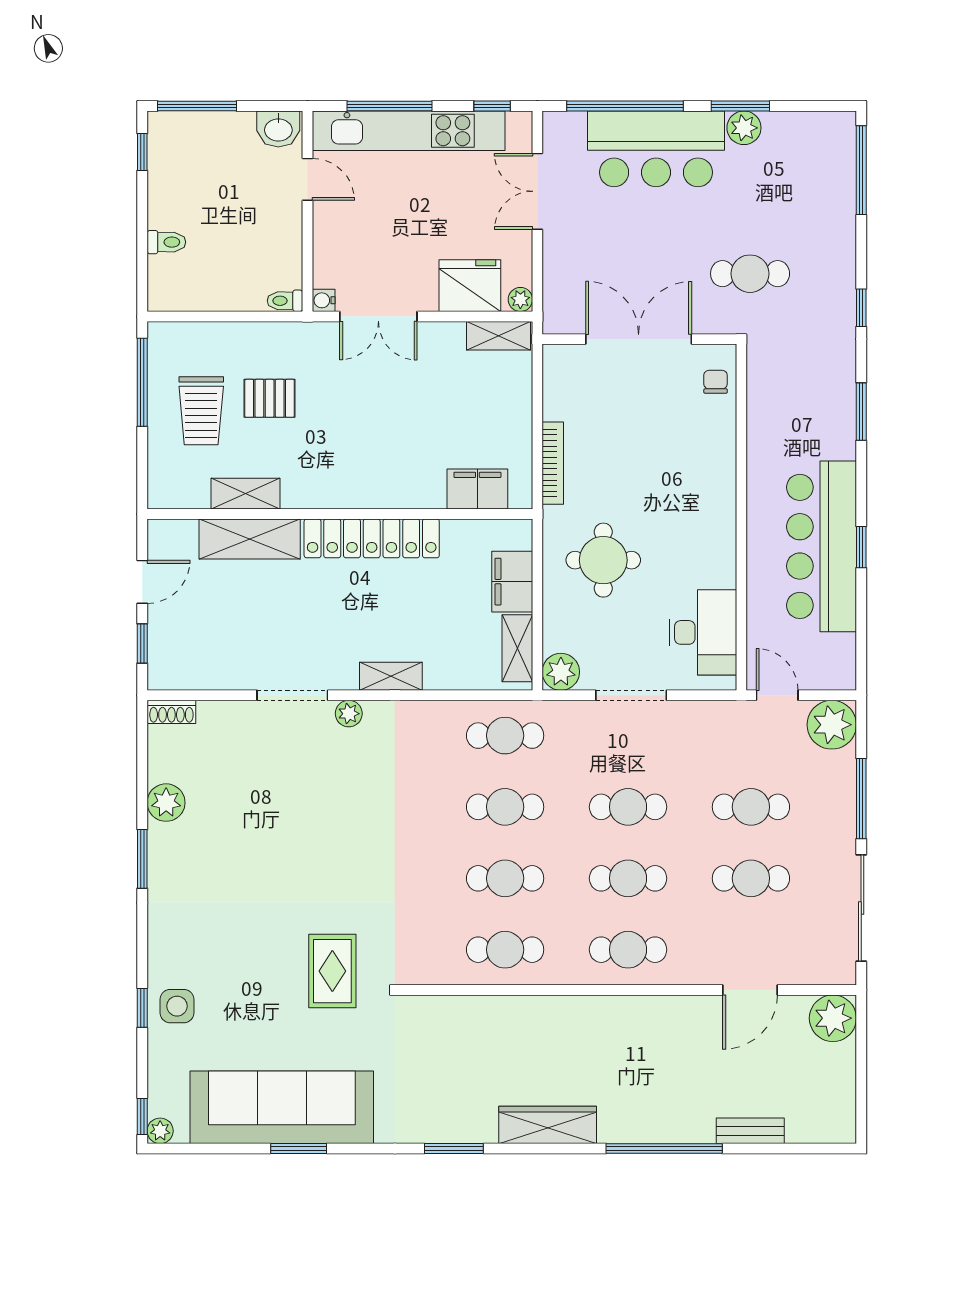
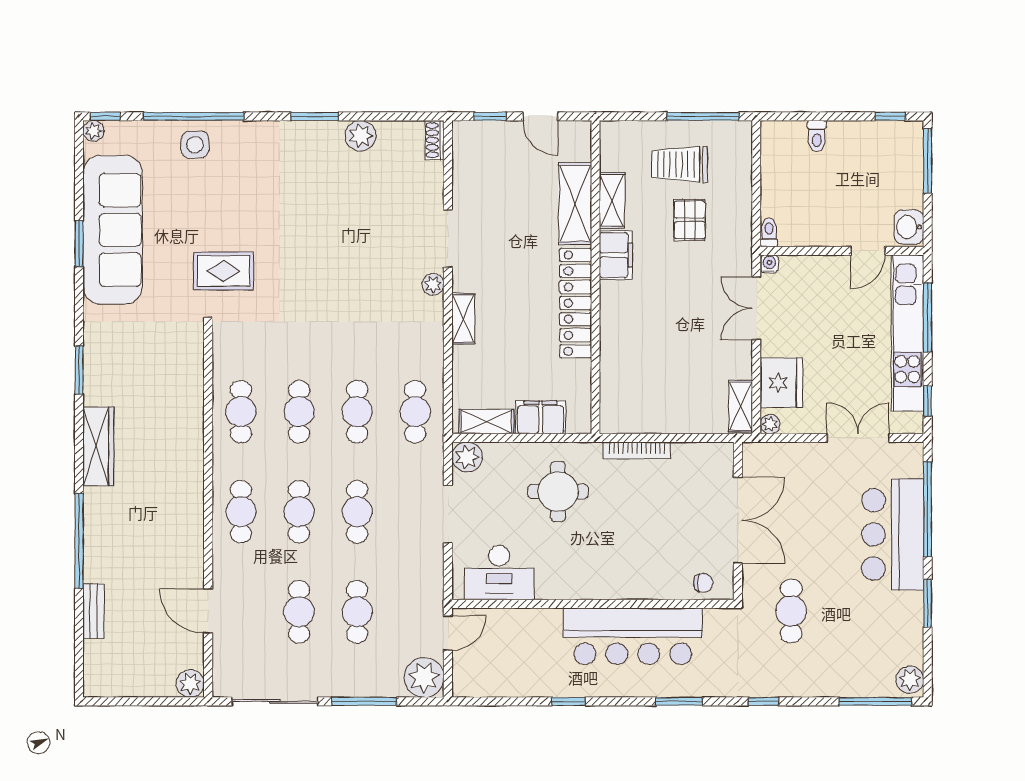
plant: (744, 128) -> (910, 680), moved
filing cabinet: (477, 489) -> (616, 255), moved
bar counter: (821, 546) -> (633, 636), moved, turned 180
window: (142, 1008) -> (194, 116), width x3.17
plant: (833, 1018) -> (190, 683), width x0.73, depth x0.73

